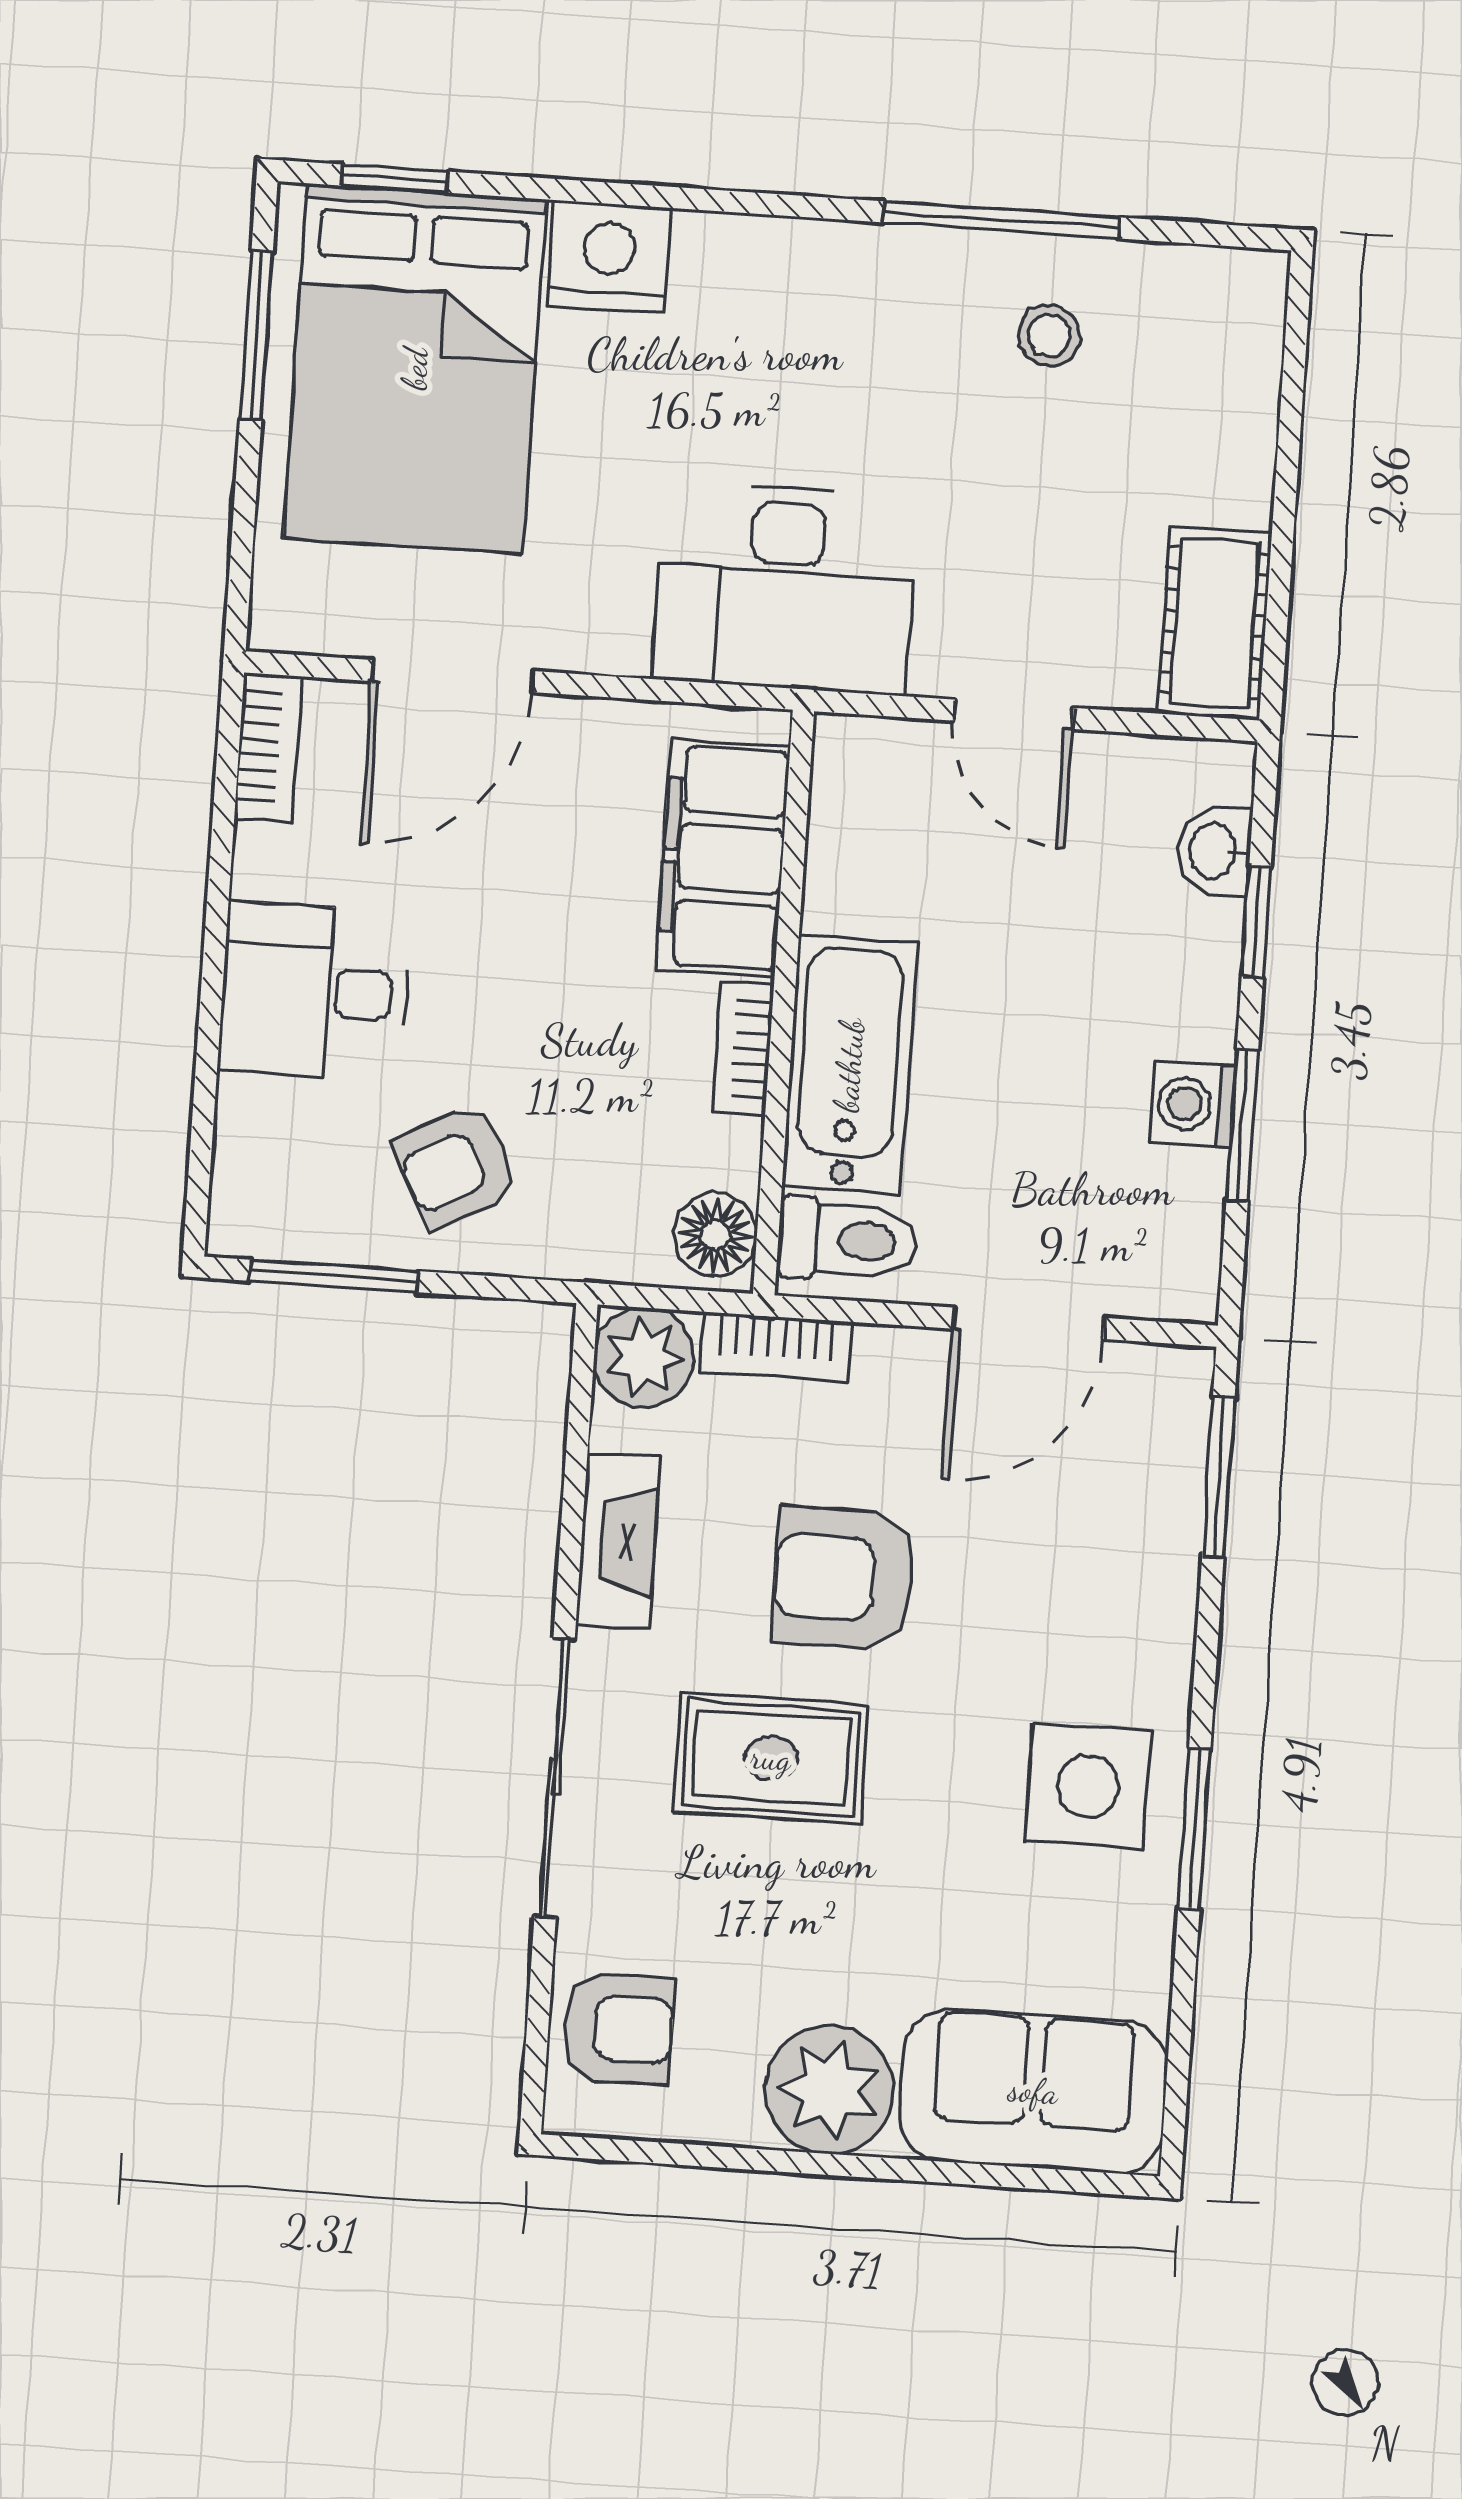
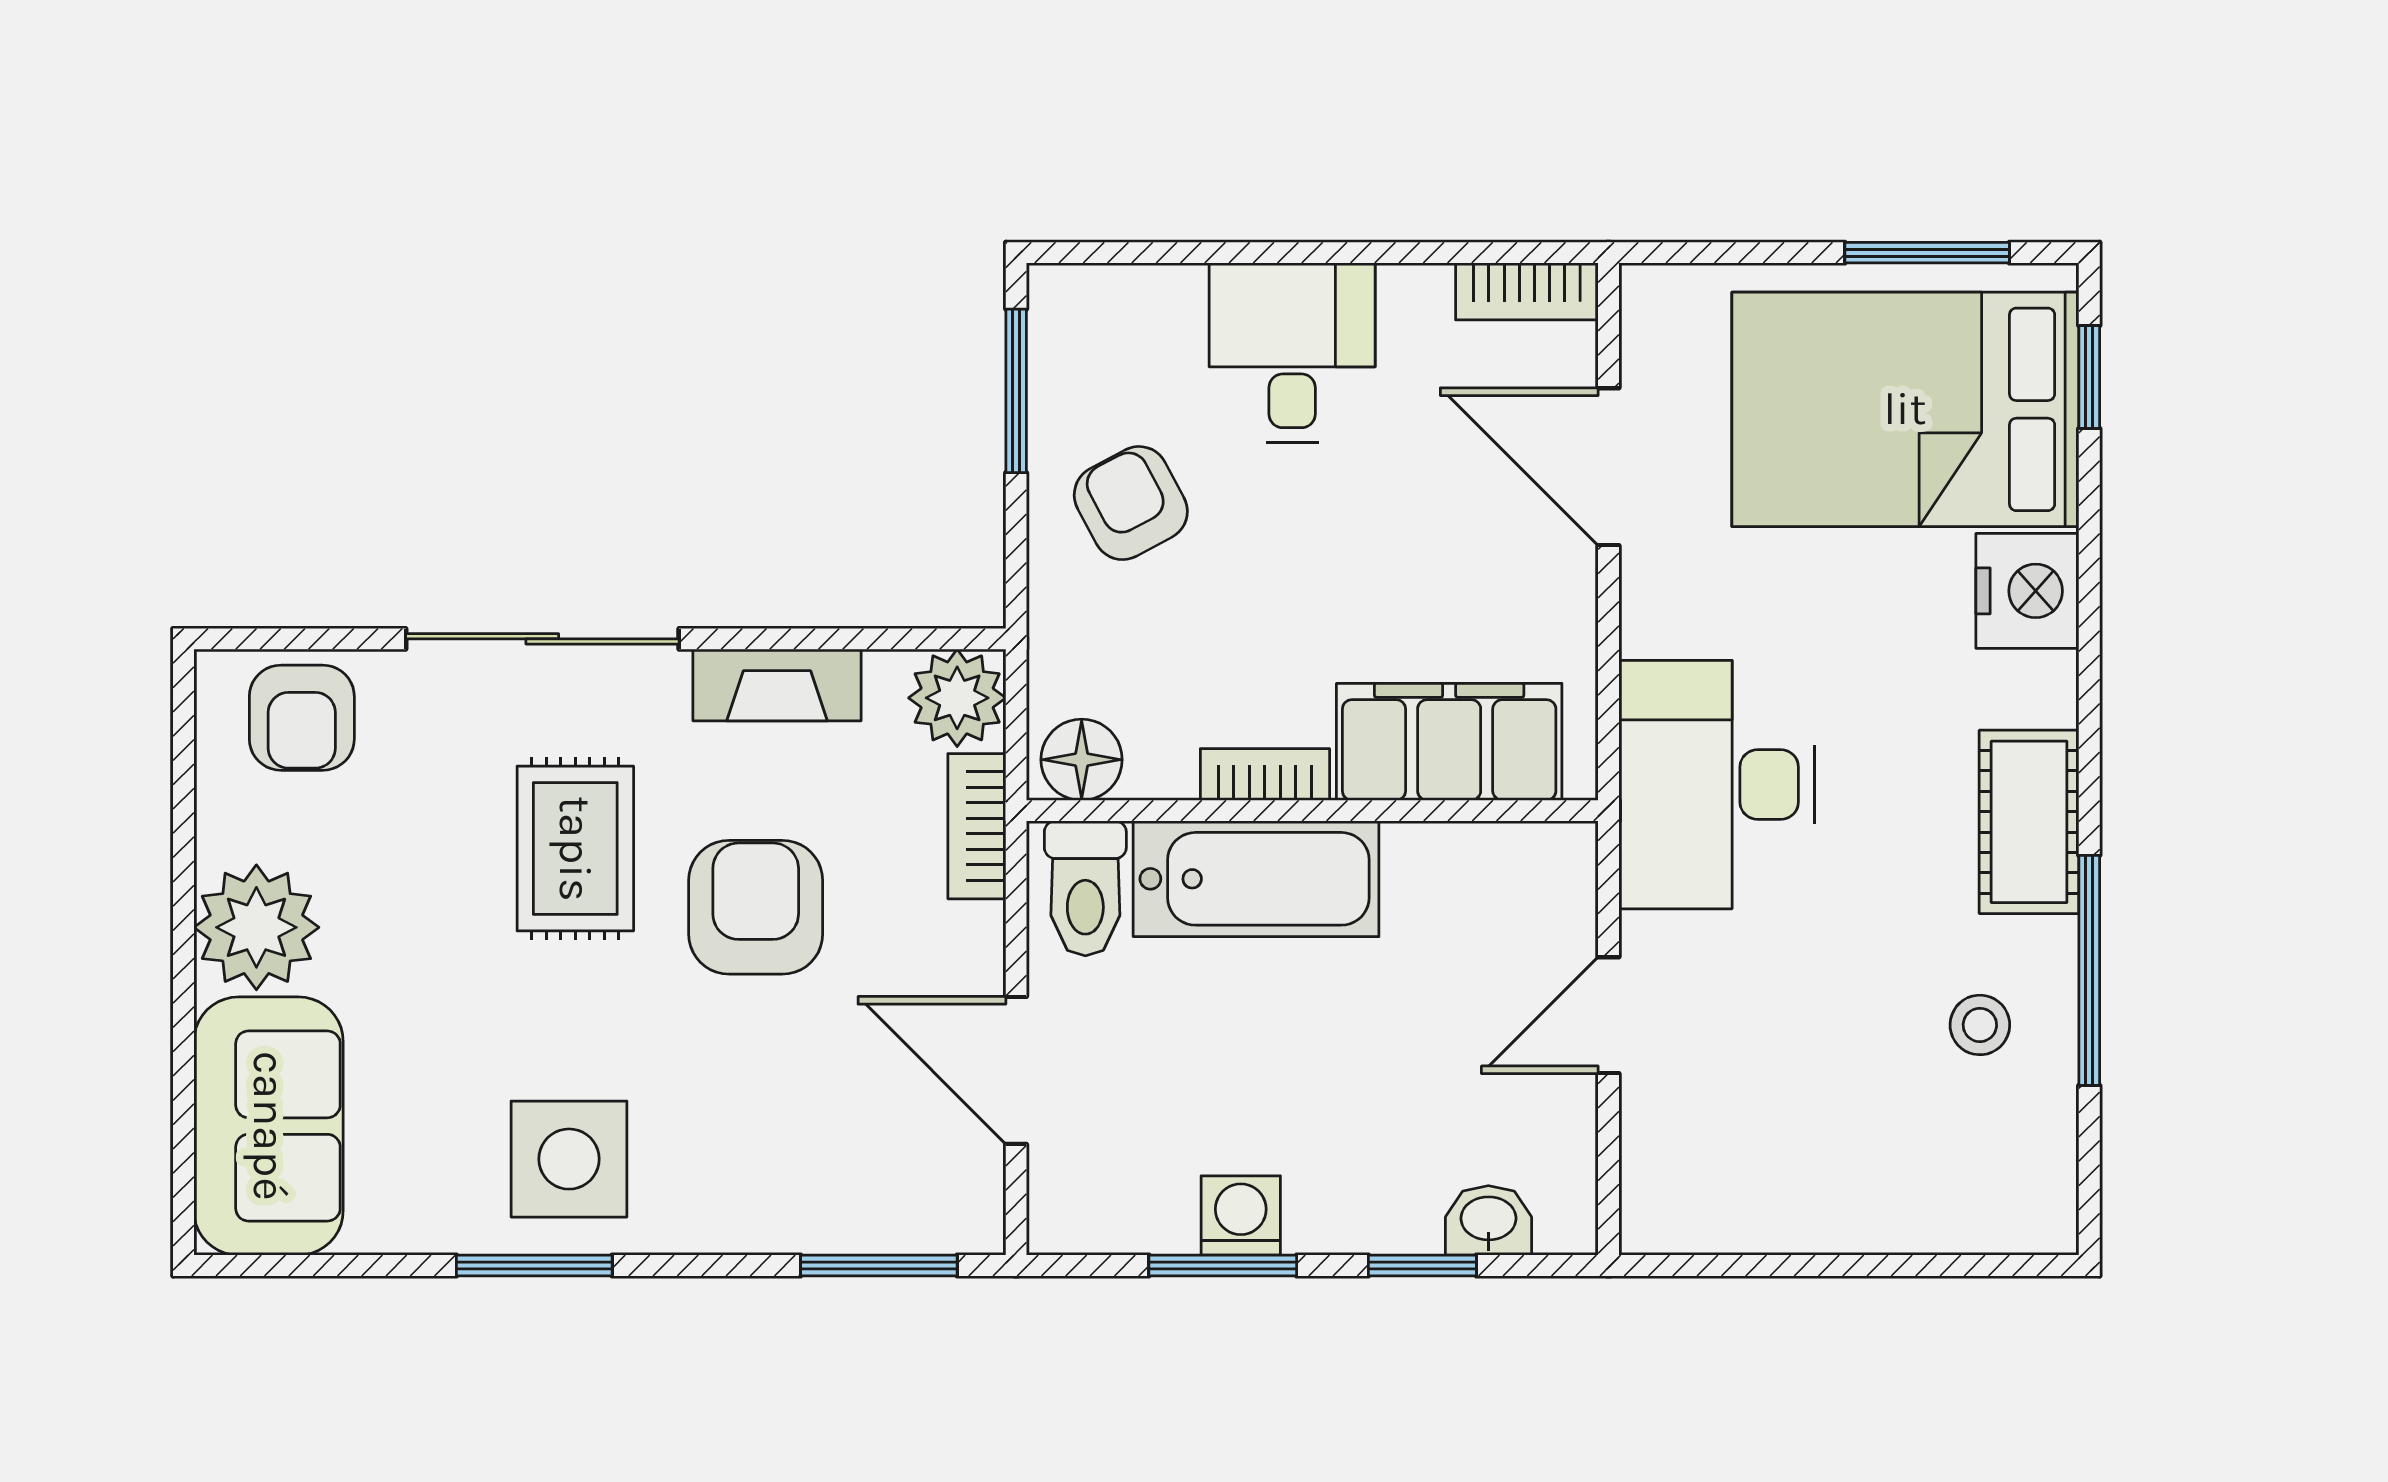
cot: (1215, 623) -> (2029, 822), moved, turned 90

